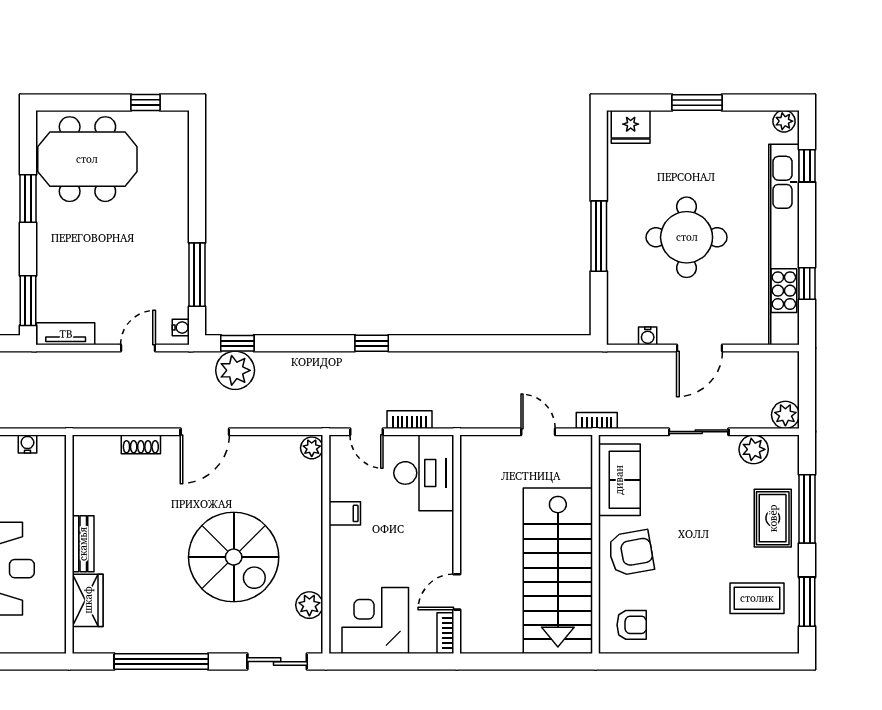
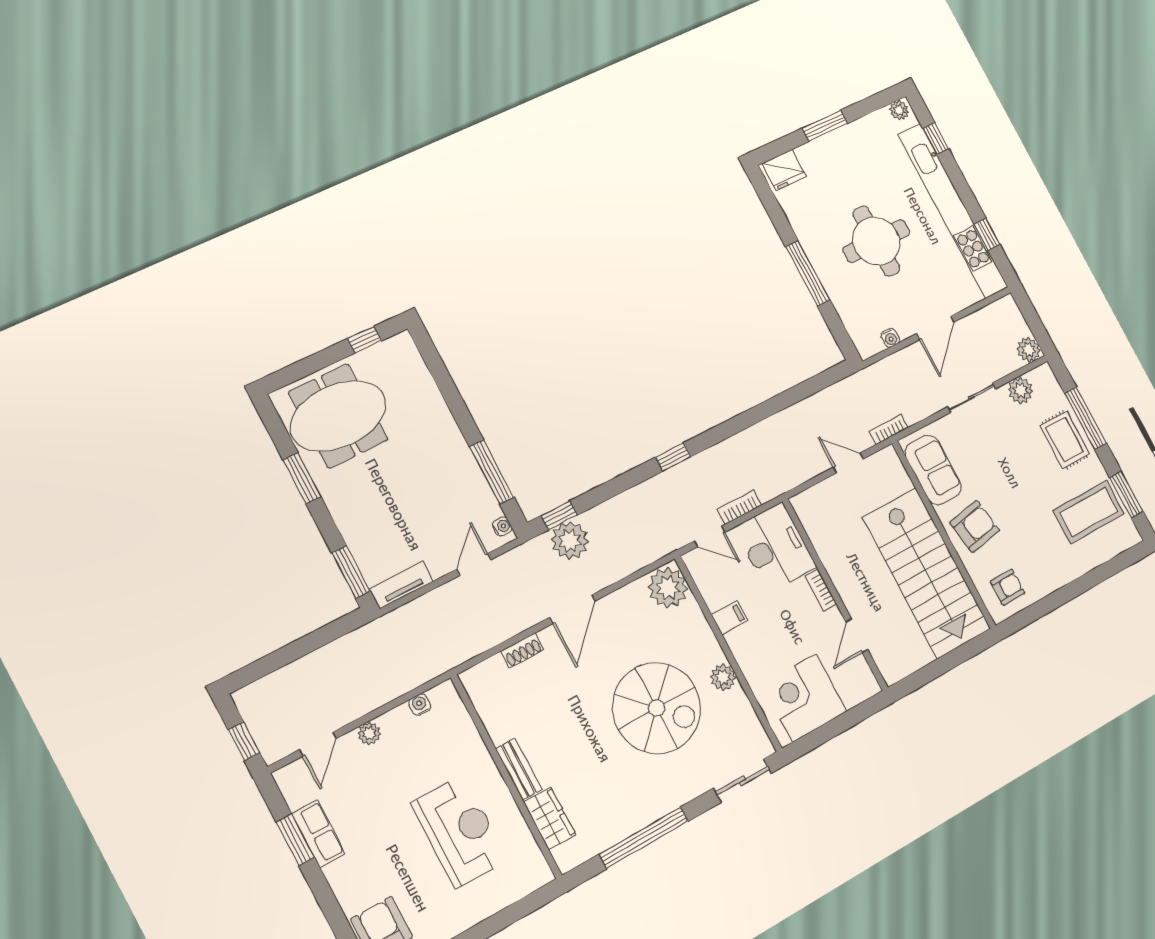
plant: (312, 448) -> (668, 588), width x1.87, depth x1.87
coffee table: (757, 598) -> (1089, 512), width x1.36, depth x1.32
plant: (309, 605) -> (723, 677), moved
bookcase: (445, 633) -> (821, 590), moved

